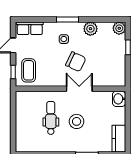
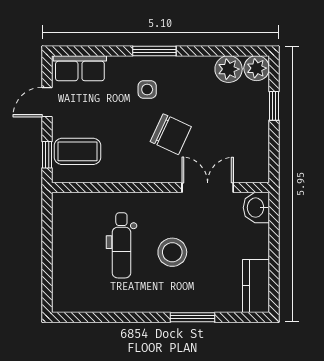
plant: (90, 29) -> (229, 69), moved
coffee table: (29, 70) -> (77, 151), turned 90
double door: (79, 89) -> (208, 188), moved
dental chair: (51, 118) -> (121, 245), turned 180

